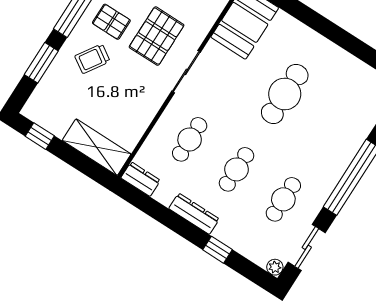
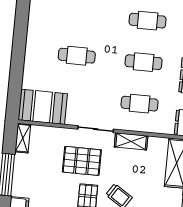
cafe table: (285, 94) -> (77, 56), width x0.73, depth x0.74
shelving: (150, 106) -> (131, 141), added

